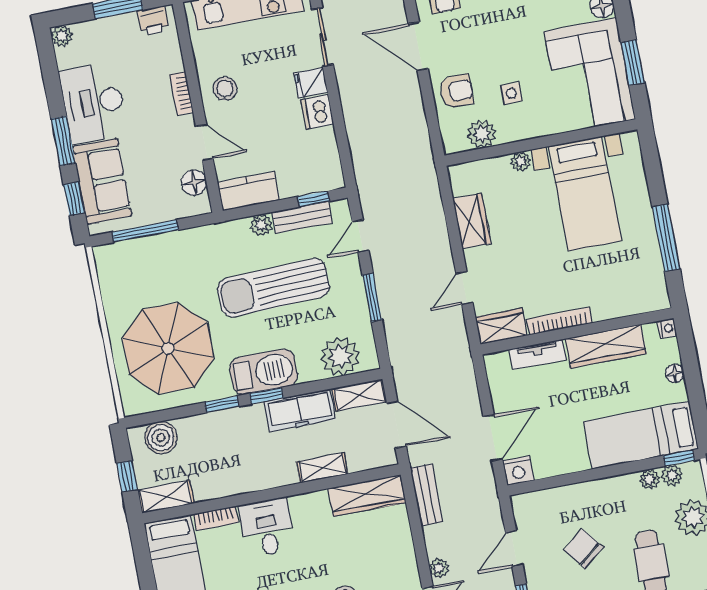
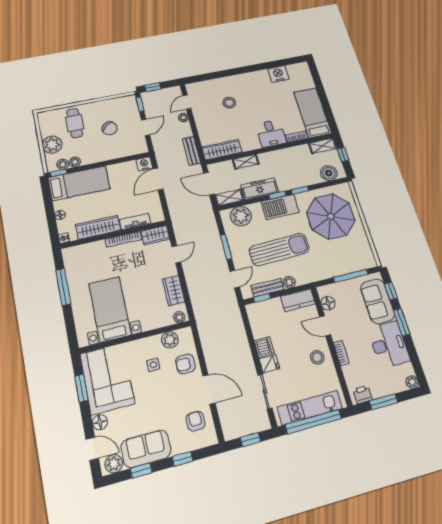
plant: (521, 162) -> (179, 317), moved

